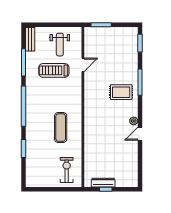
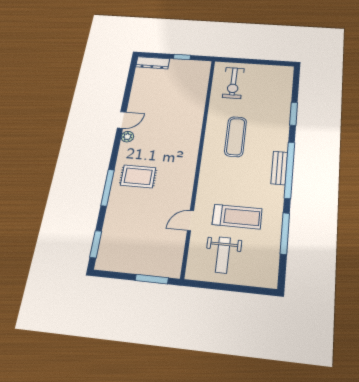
bench: (30, 39) -> (279, 168), moved
weight bench: (60, 45) -> (223, 255), turned 180
dresser: (103, 183) -> (153, 63), moved

